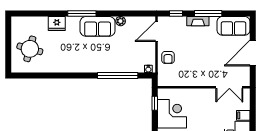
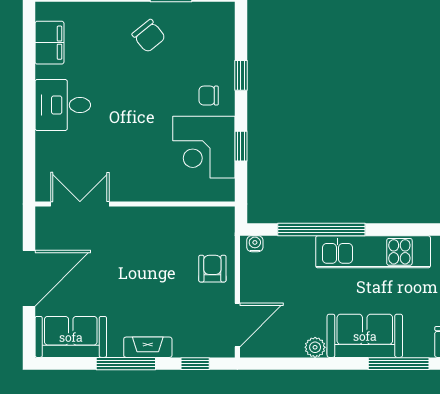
kitchen unit: (94, 65) -> (373, 252), added
window: (155, 103) -> (241, 146), moved
filing cabinet: (243, 115) -> (49, 143), removed

